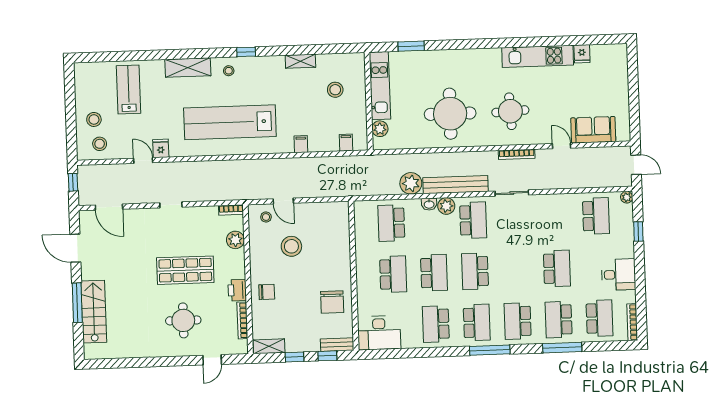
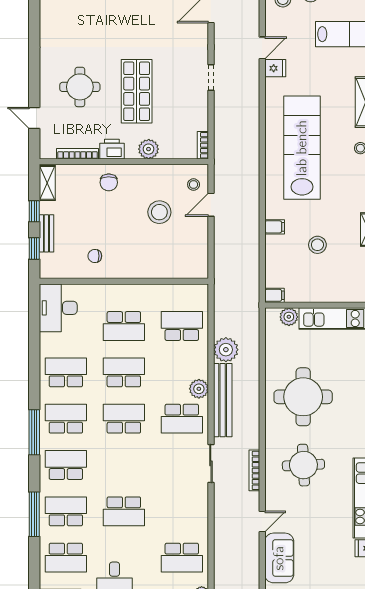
stool: (335, 90) -> (317, 245), moved
filing cabinet: (346, 143) -> (274, 295), moved
washbasin: (429, 204) -> (202, 369), removed
plant: (235, 240) -> (149, 149), moved
school desk: (434, 273) -> (124, 372), turned 180
chair: (332, 302) -> (95, 256), width x0.54, depth x0.54
school desk: (477, 323) -> (66, 419), turned 180
bench: (337, 345) -> (46, 233), moved

